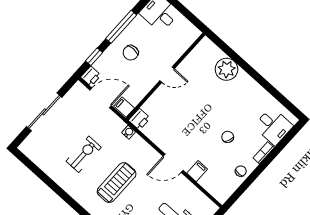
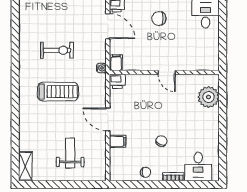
door: (167, 75) -> (167, 72), moved
wall: (165, 77) -> (164, 72), moved
filing cabinet: (124, 107) -> (116, 63), moved
printer: (139, 119) -> (117, 81), moved

